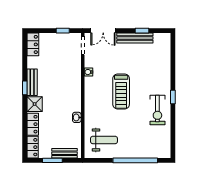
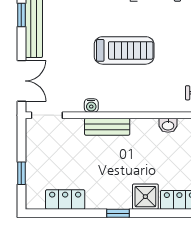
window: (63, 31) -> (21, 173), moved
locker: (33, 44) -> (65, 200), moved
bench: (32, 82) -> (107, 127), moved

